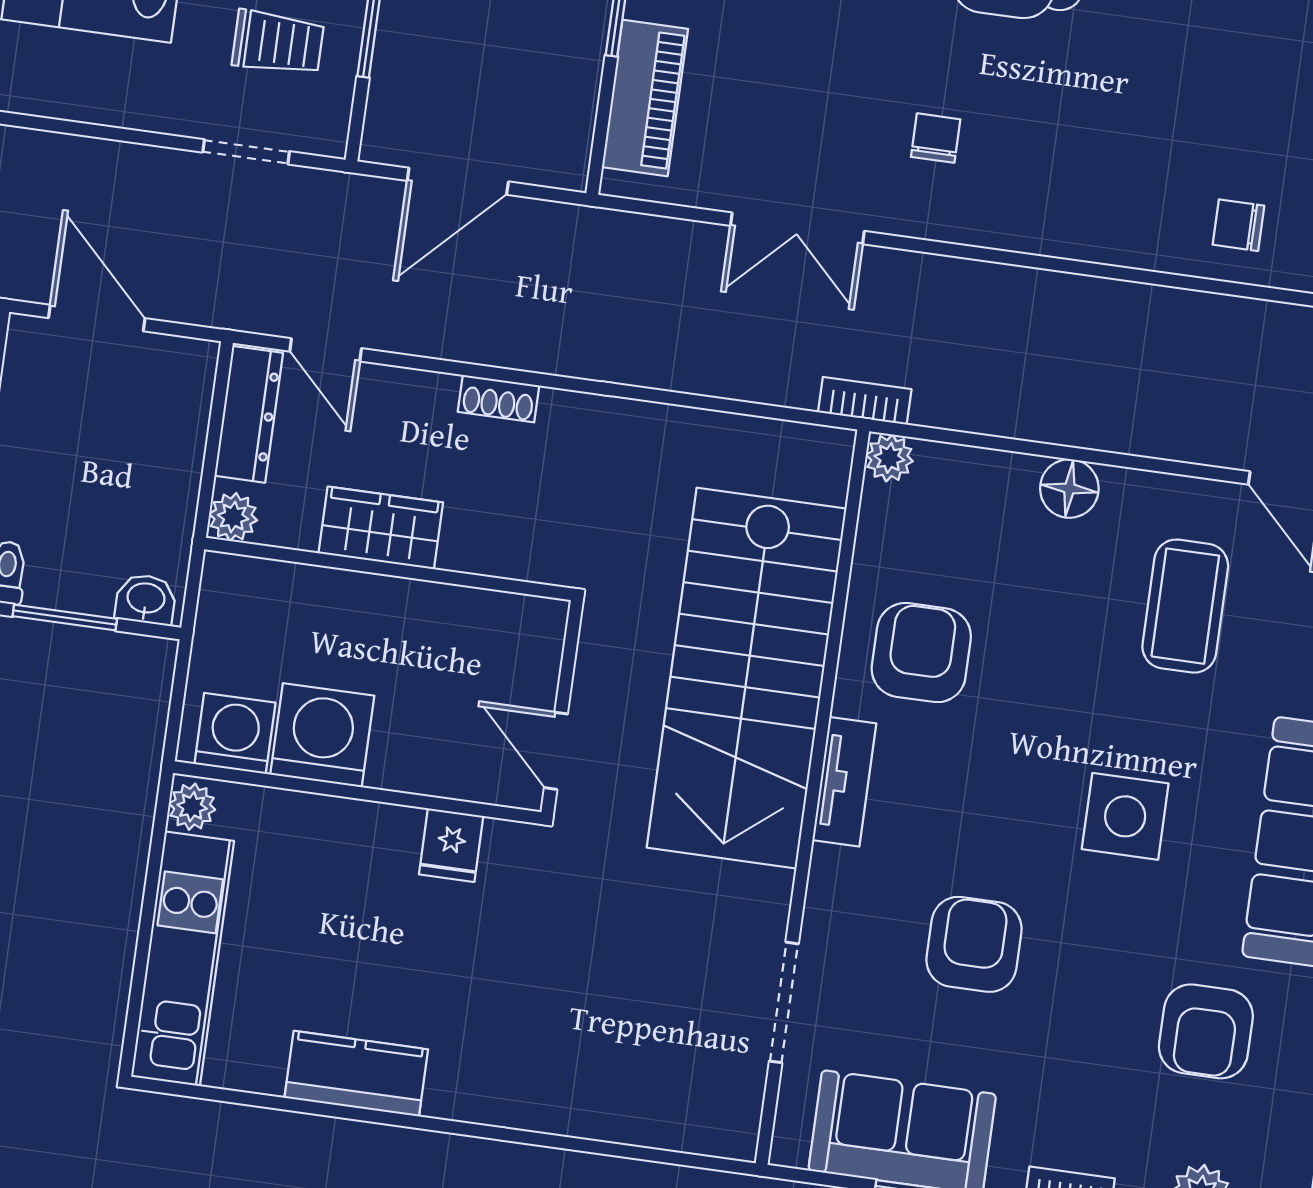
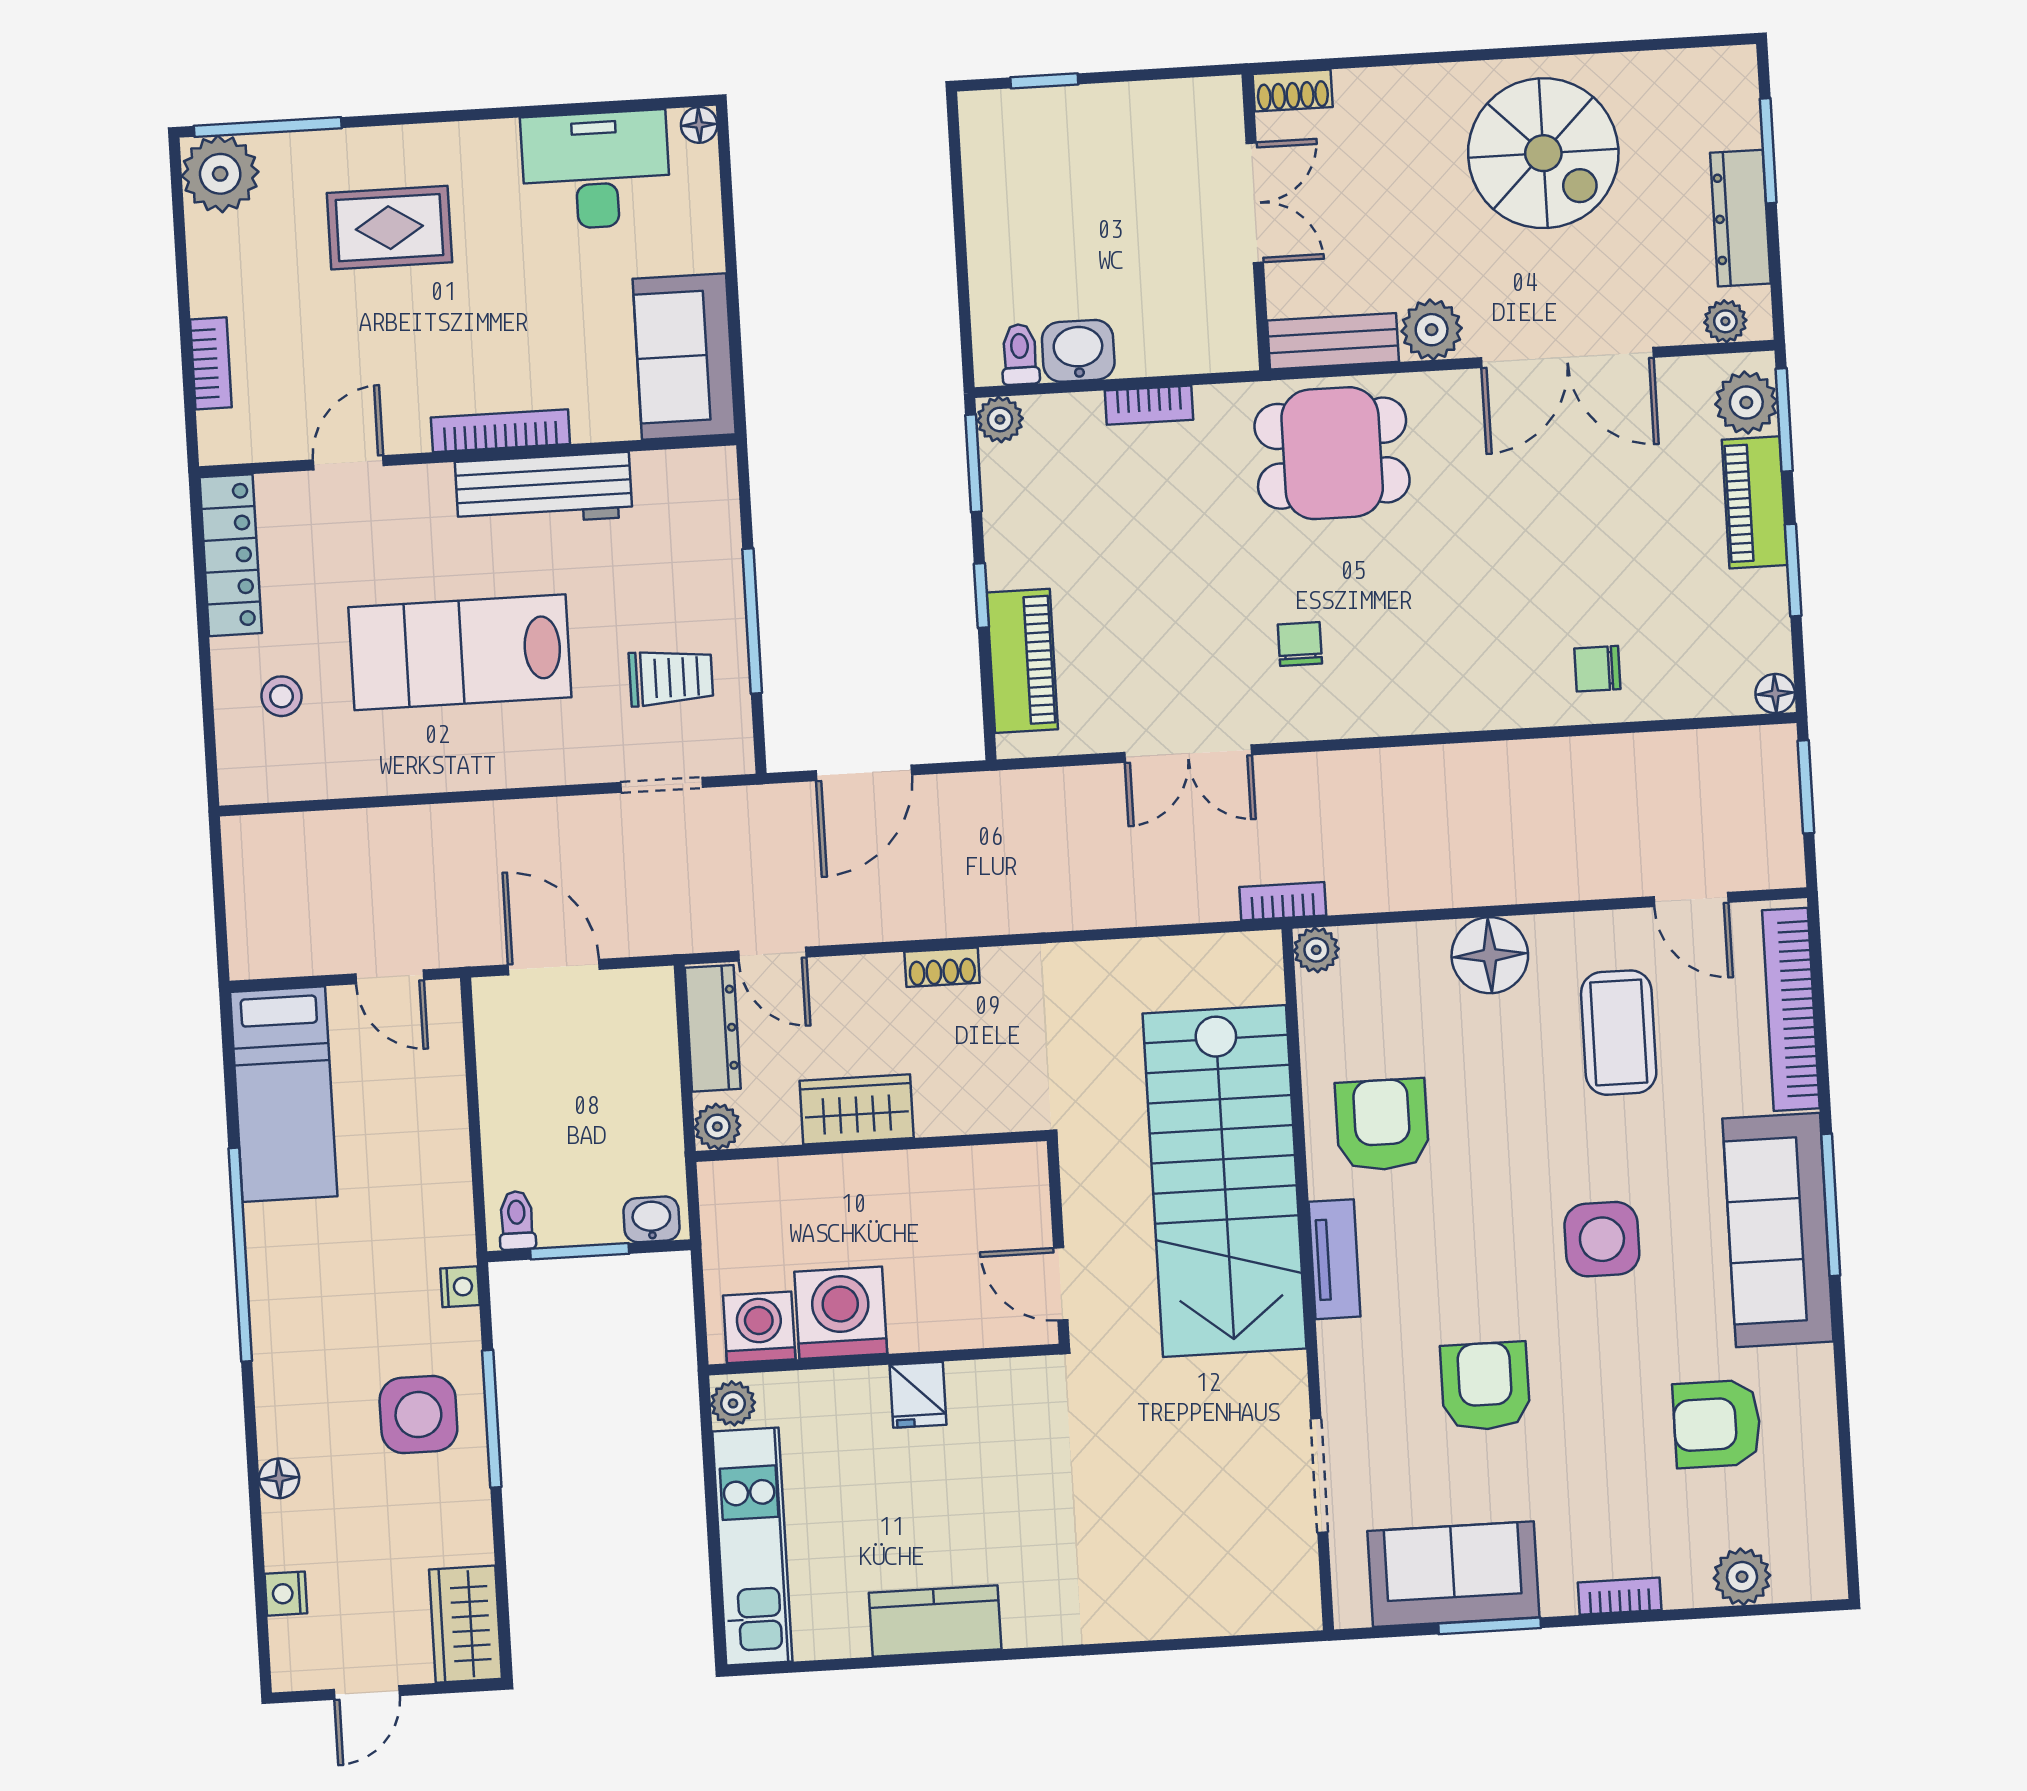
floor lamp: (1069, 488) -> (1490, 955), width x1.38, depth x1.38
fridge: (451, 845) -> (918, 1395), moved
armchair: (1206, 1031) -> (1717, 1424), turned 90

